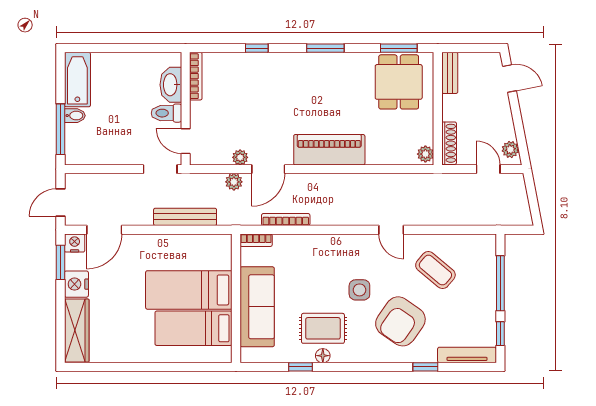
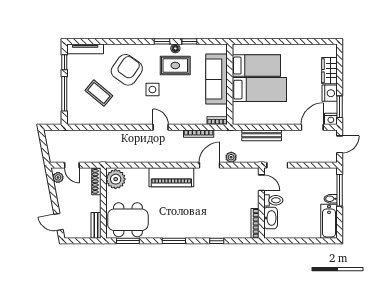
dining table: (399, 82) -> (128, 220), width x1.37
plant: (425, 154) -> (116, 179), width x1.87, depth x1.87
plant: (240, 157) -> (227, 173), removed
door: (391, 230) -> (161, 127), moved
coffee table: (435, 270) -> (99, 93), moved
wardrobe: (77, 331) -> (329, 71), width x0.67
window: (425, 367) -> (162, 41), moved

